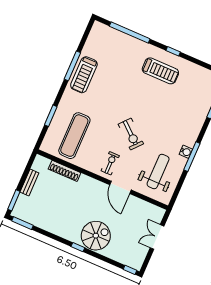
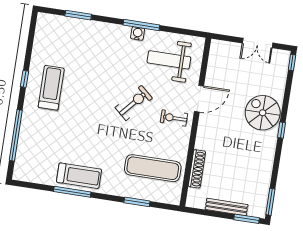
bench: (29, 183) -> (227, 207), width x1.36
double door: (157, 237) -> (258, 43), moved

